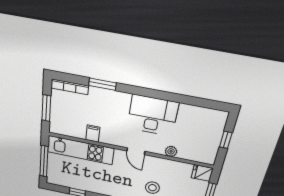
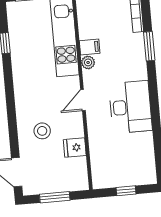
plant: (171, 151) -> (88, 62), moved
fridge: (202, 173) -> (75, 148), moved, turned -90

